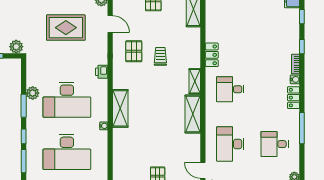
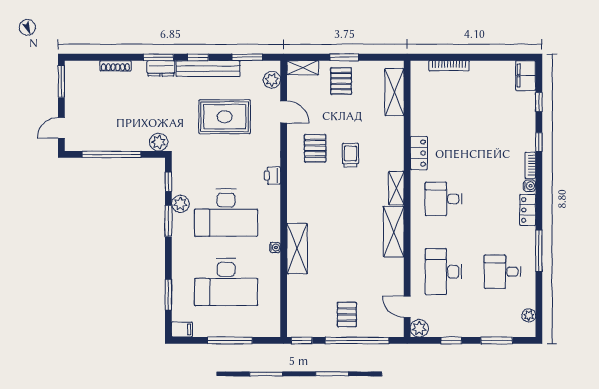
shelving: (120, 108) -> (297, 249), moved
window: (24, 136) -> (168, 182), moved

